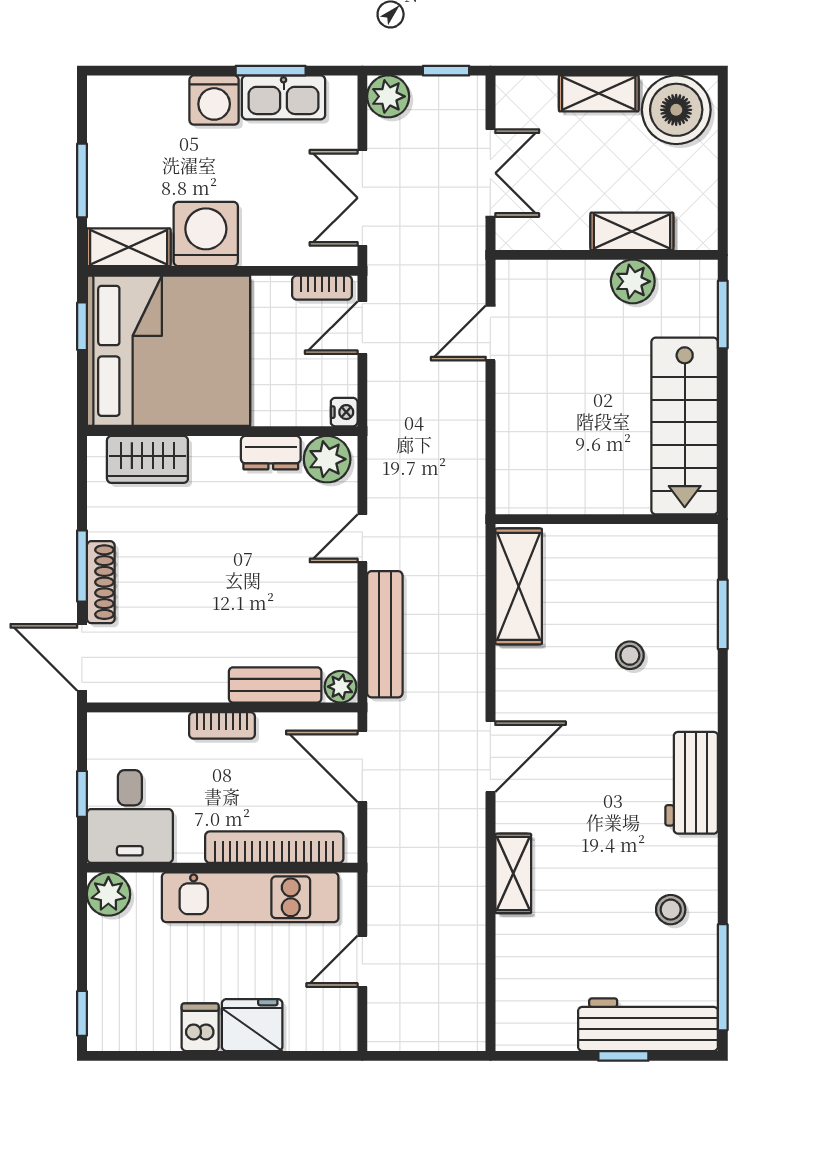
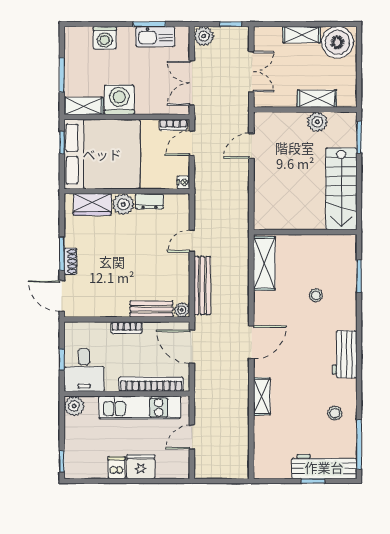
washing machine: (214, 100) -> (105, 38), moved
plant: (327, 459) -> (123, 204), moved
shoe rack: (101, 582) -> (71, 261), width x0.70

